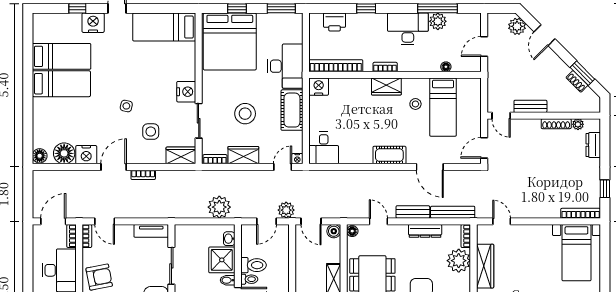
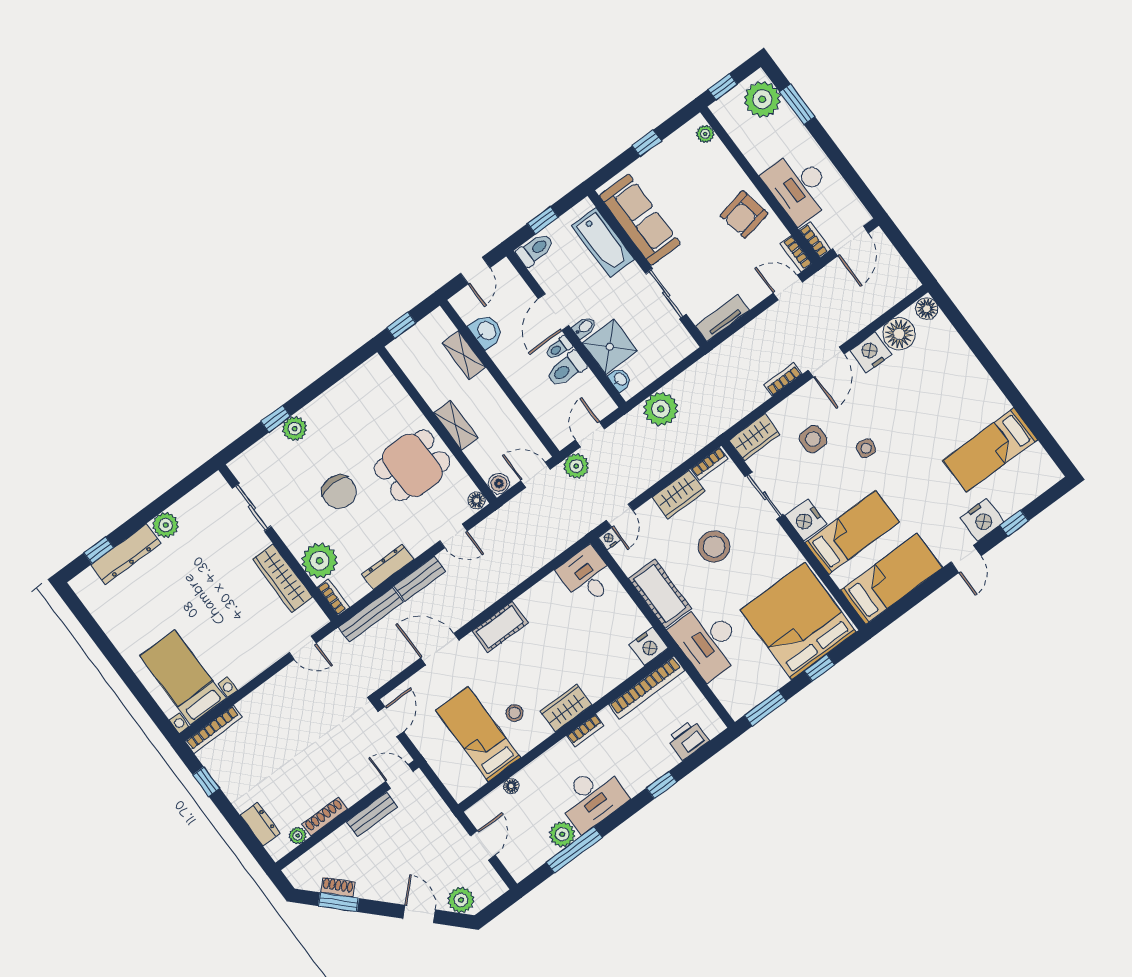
bed: (61, 84) -> (852, 532), moved, turned 180

